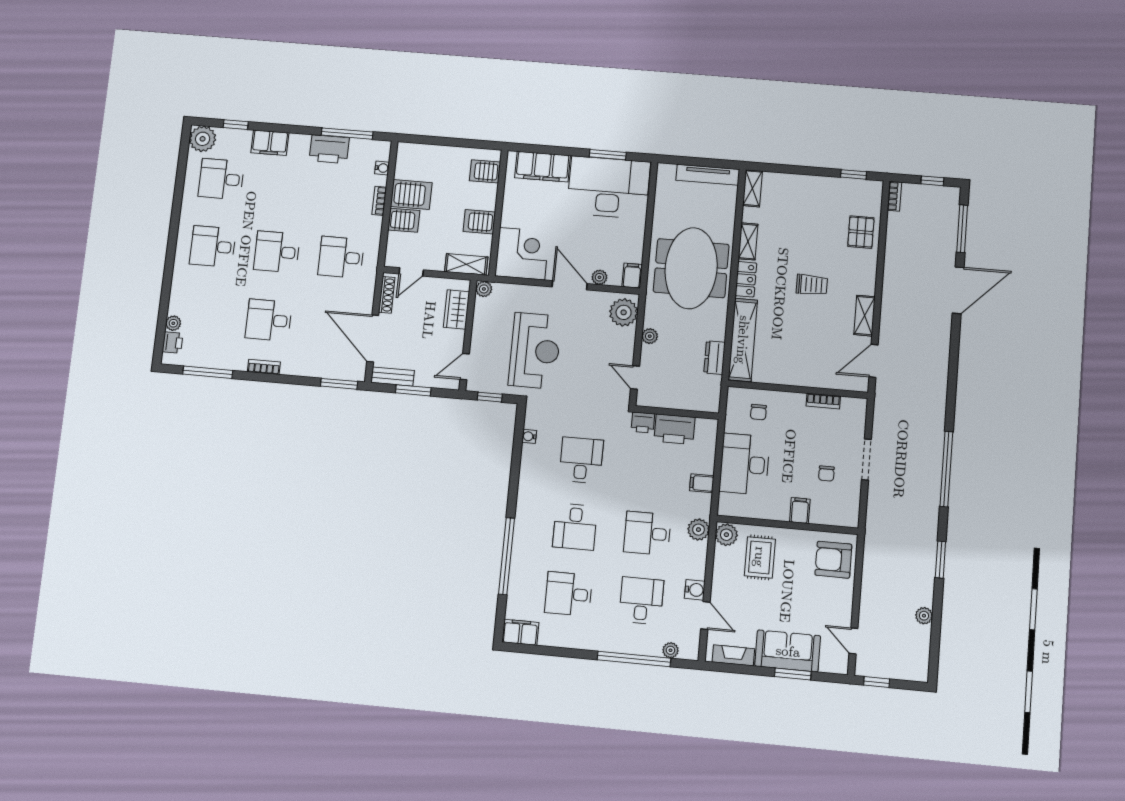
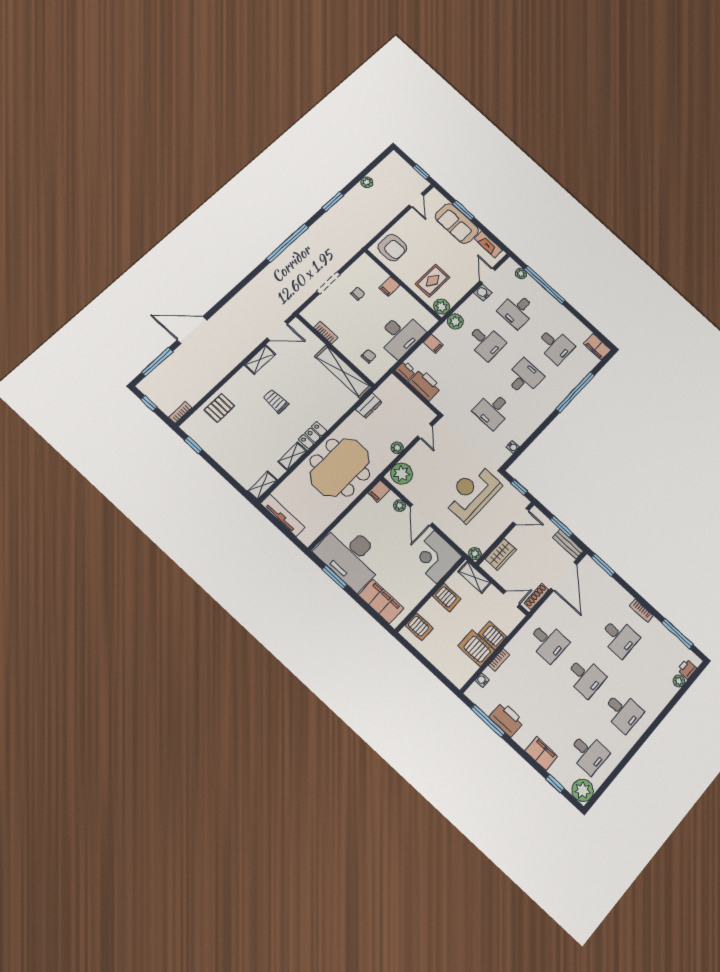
shelving: (743, 340) -> (343, 372), moved, turned 90
printer: (643, 422) -> (406, 371), moved

